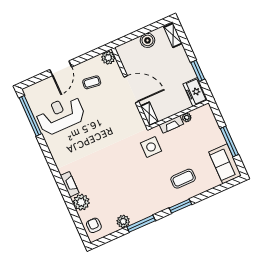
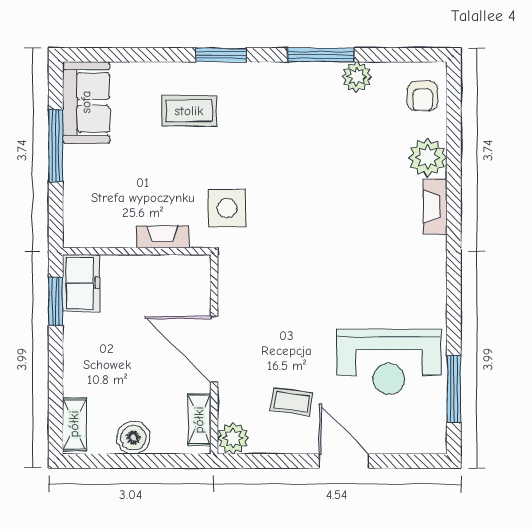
door: (61, 68) -> (344, 461), hinge flipped
window: (198, 71) -> (56, 301), moved
shelving: (149, 114) -> (199, 420), moved
window: (30, 116) -> (454, 389), width x0.68
plant: (187, 117) -> (123, 237), removed

